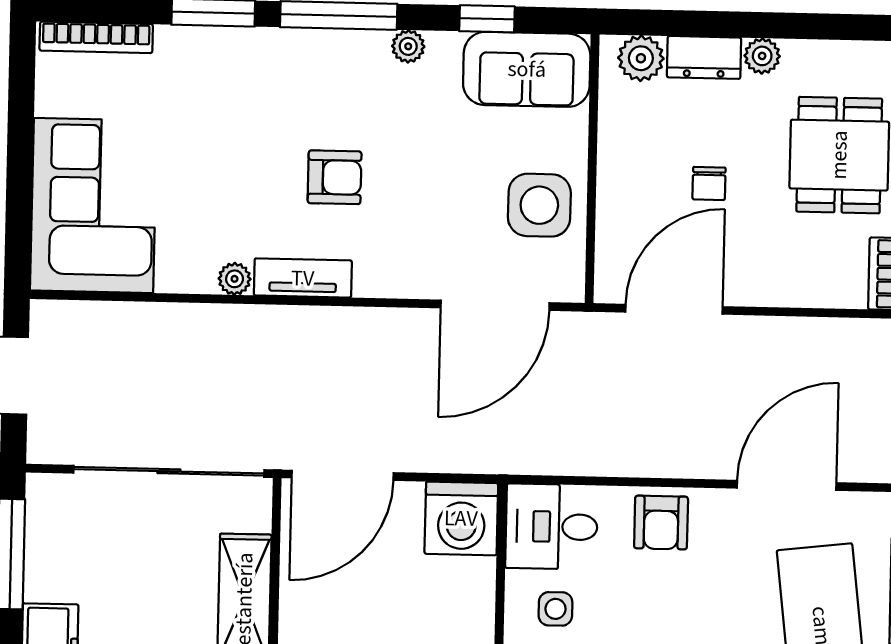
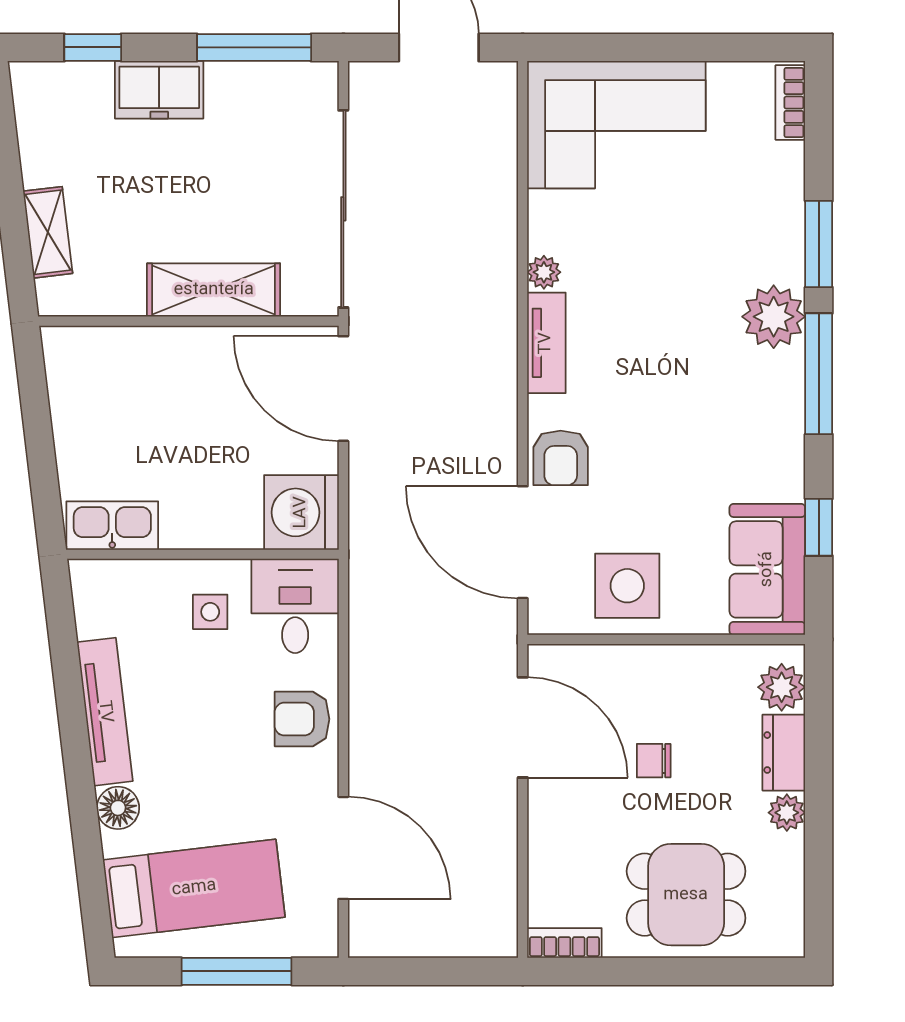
bookcase: (96, 37) -> (790, 103), width x0.64
plant: (408, 46) -> (774, 317), moved, width x1.88, depth x1.88
armchair: (335, 177) -> (561, 458), moved

